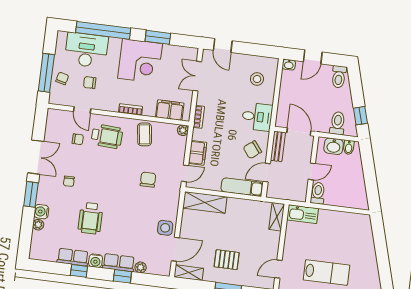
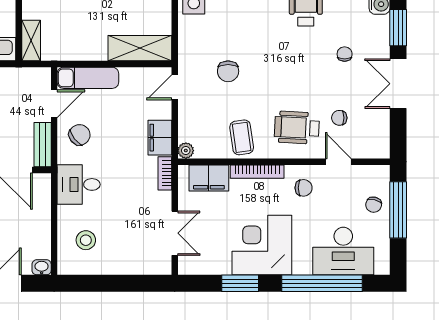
door: (223, 45) -> (143, 283), removed
chair: (90, 83) -> (304, 188), moved
bookcase: (131, 109) -> (257, 172), width x1.56
filing cabinet: (198, 153) -> (160, 138), moved

